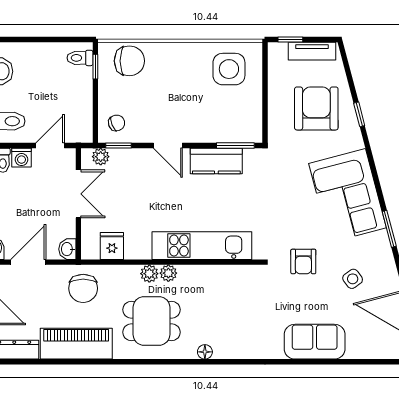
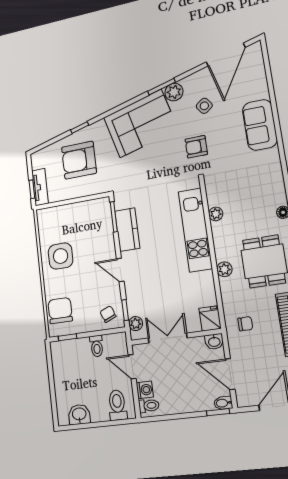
tv unit: (312, 51) -> (40, 187), moved
toilet: (80, 58) -> (97, 346), moved
side table: (229, 69) -> (61, 256), moved
door: (168, 146) -> (120, 270), swing flipped
plant: (379, 244) -> (174, 92), added
fridge: (112, 246) -> (210, 318), moved, turned 90
armchair: (303, 261) -> (196, 147), turned 180
plant: (168, 273) -> (216, 214), moved
chair: (83, 288) -> (245, 324), width x0.54, depth x0.54

